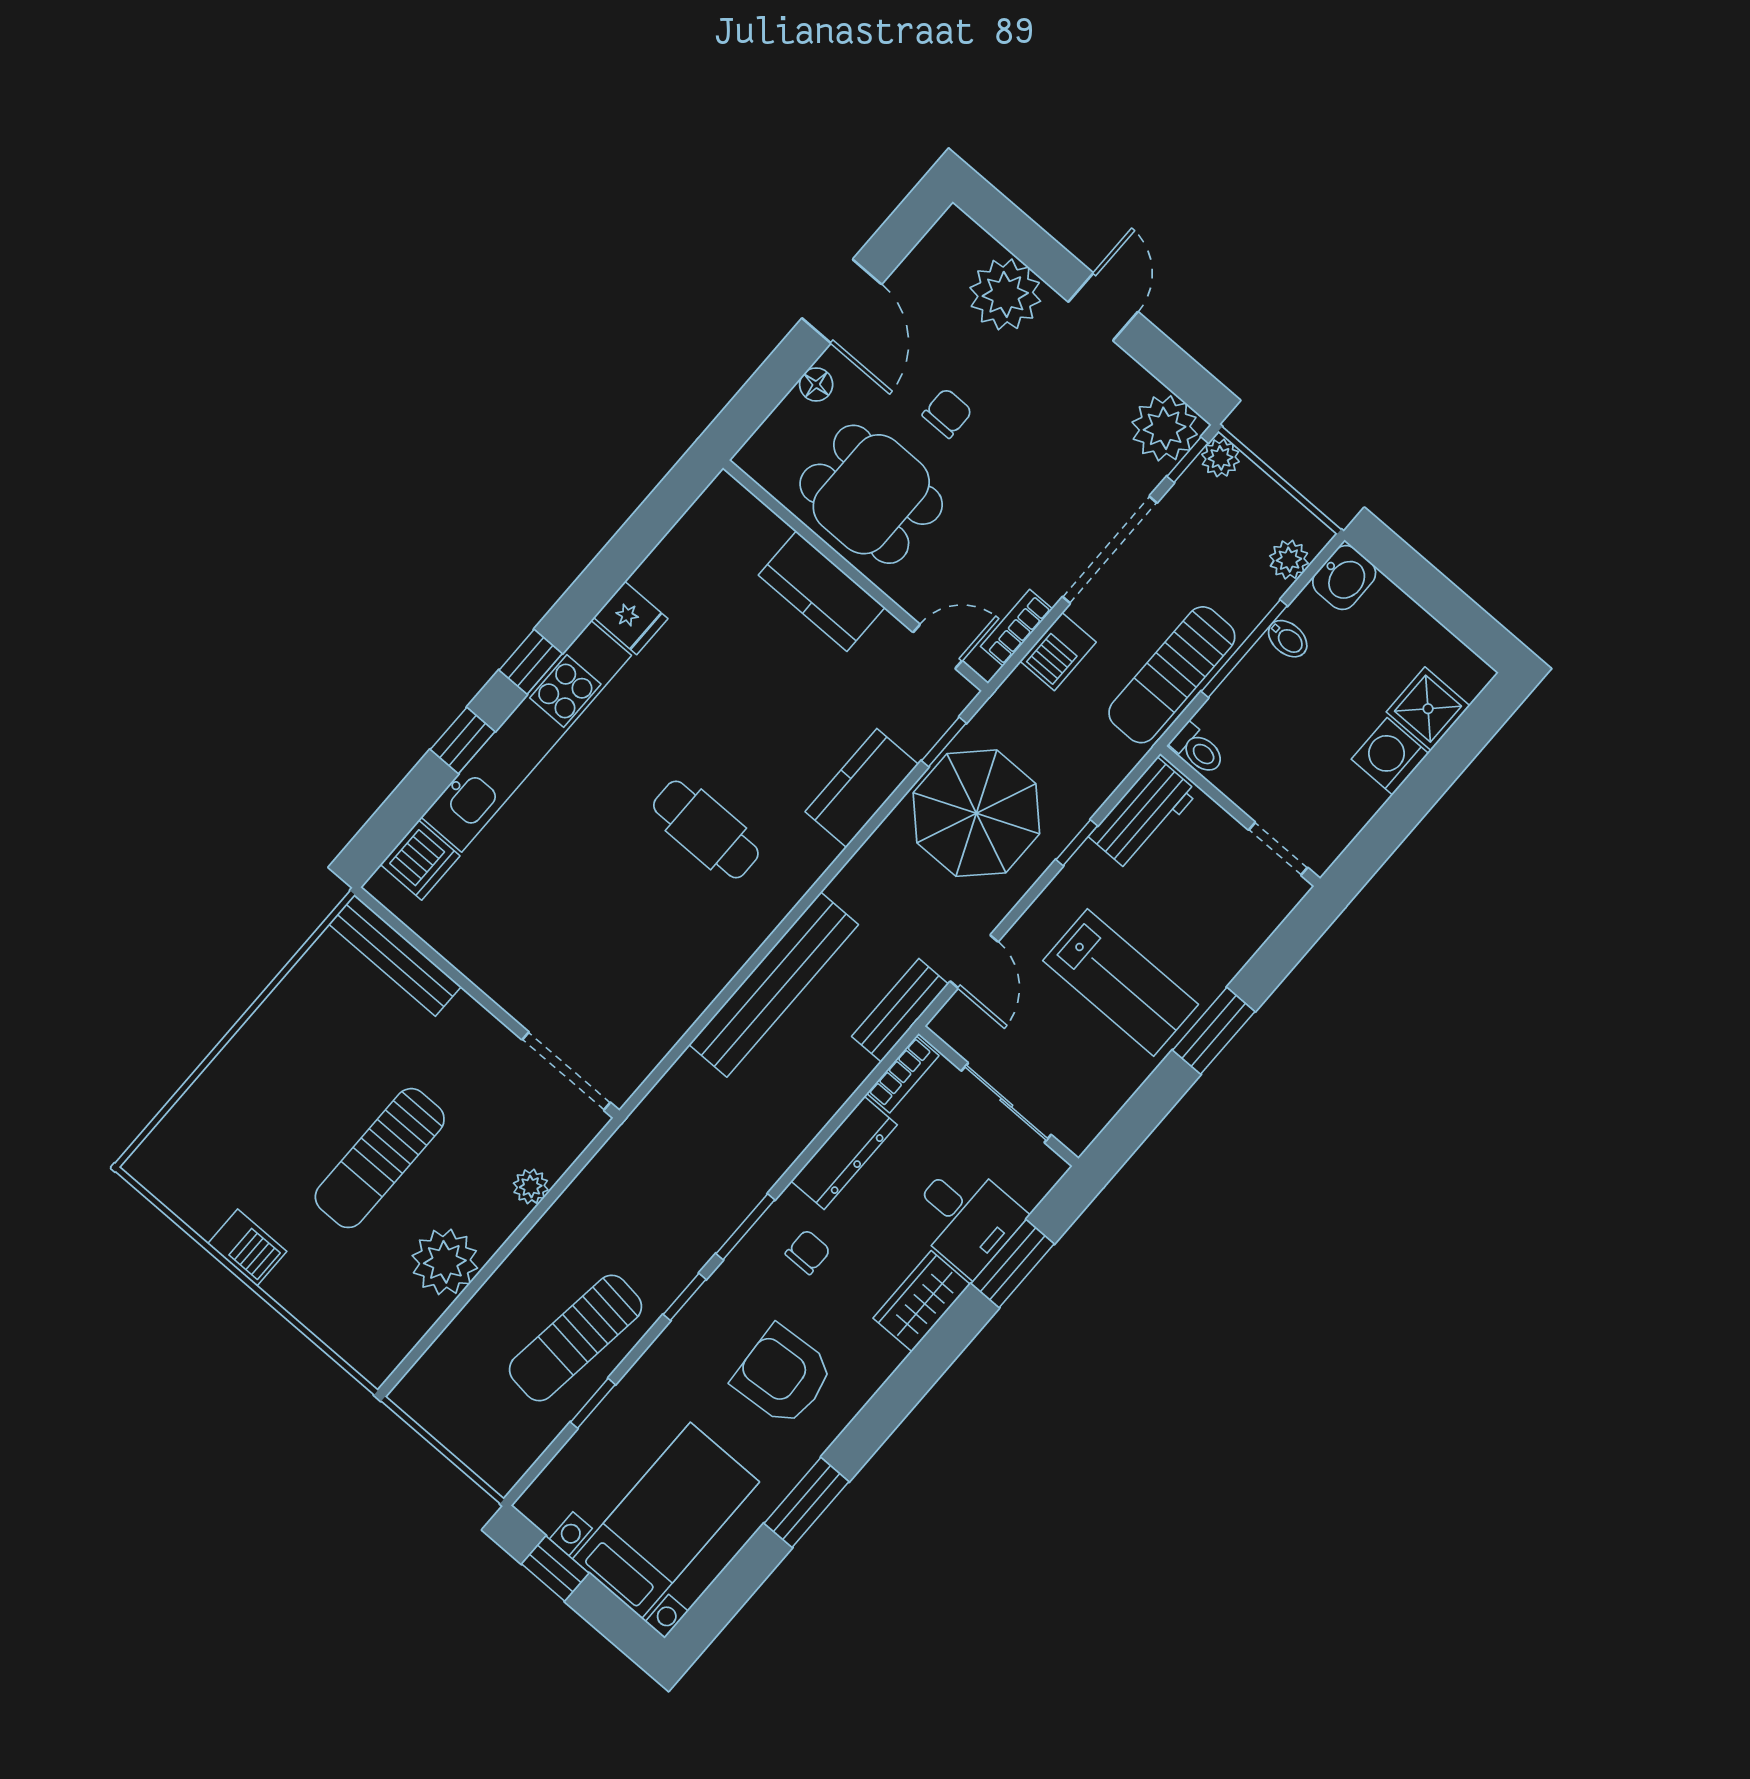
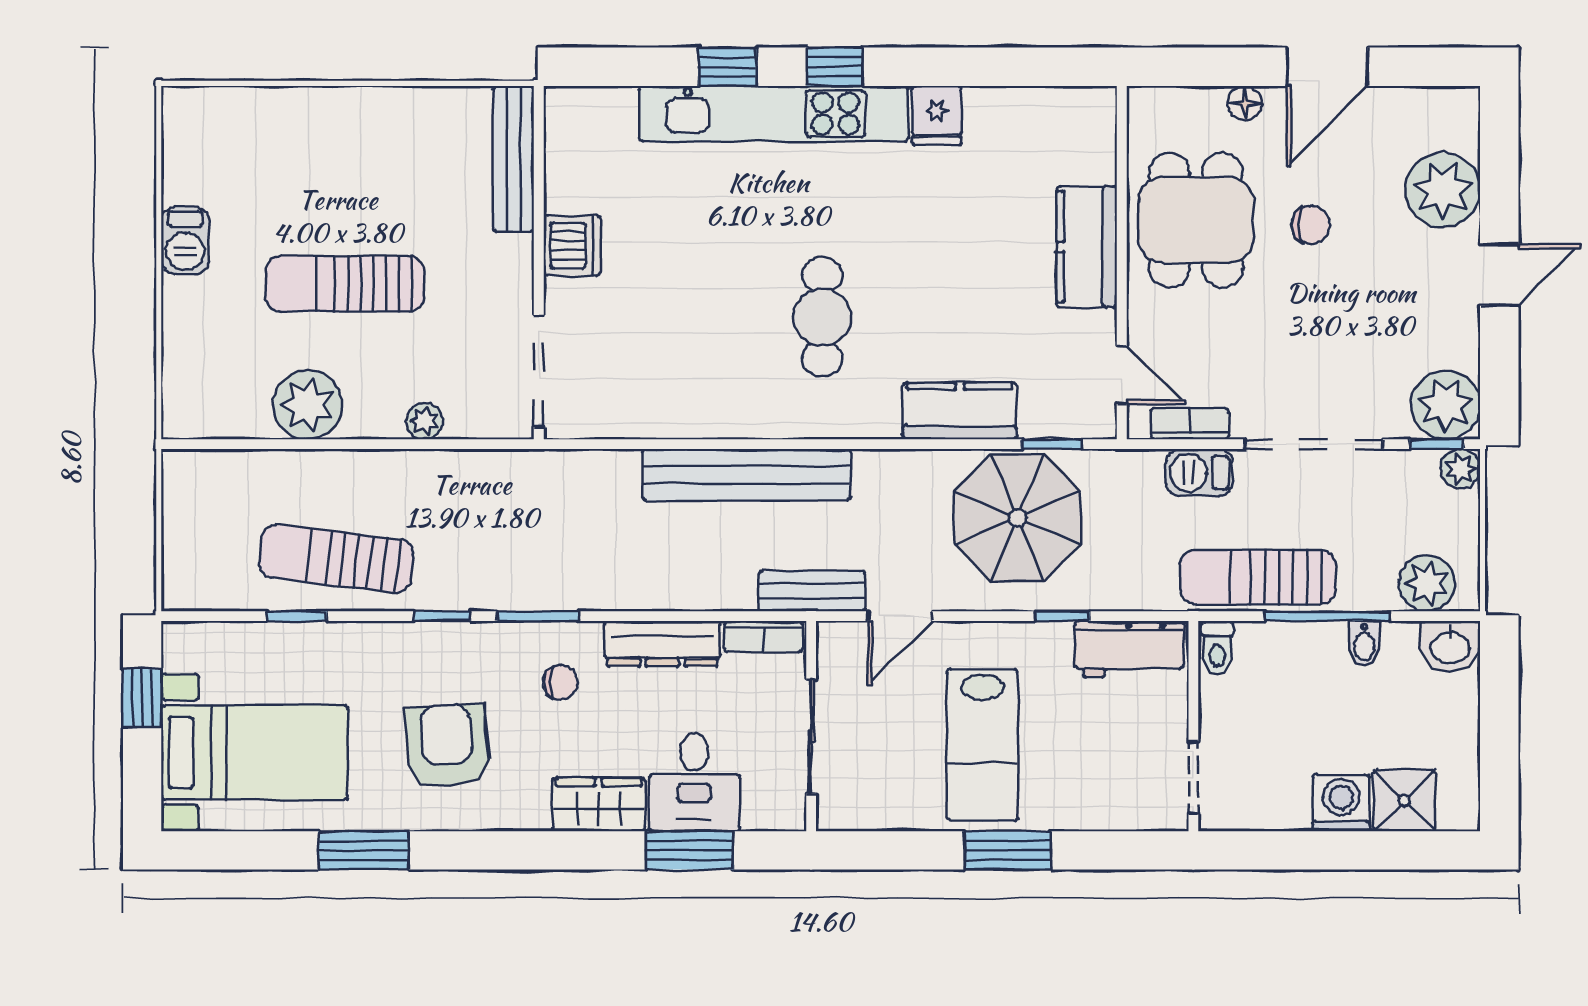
plant: (1289, 560) -> (1427, 583), width x1.38, depth x1.38
dishwasher: (420, 860) -> (572, 246), moved, turned -90

